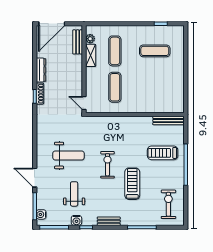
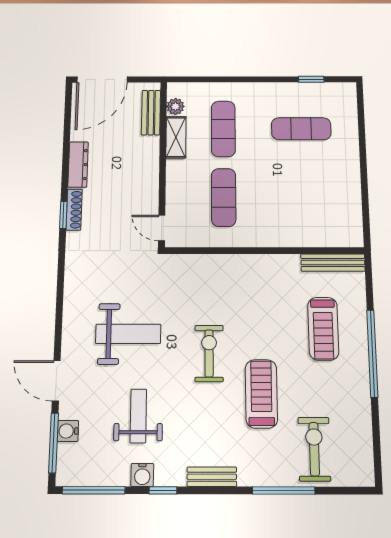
treadmill: (163, 153) -> (323, 329), turned -90
exercise bike: (168, 204) -> (314, 449), moved
water cooler: (41, 214) -> (68, 431), moved

